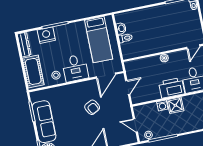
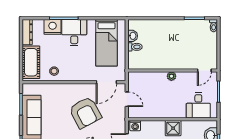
desk: (75, 68) -> (74, 33), moved, turned 180
door: (128, 87) -> (127, 99), hinge flipped
printer: (172, 88) -> (173, 109), removed
washing machine: (162, 105) -> (135, 126), moved
armchair: (92, 107) -> (85, 112), width x1.88, depth x1.88

